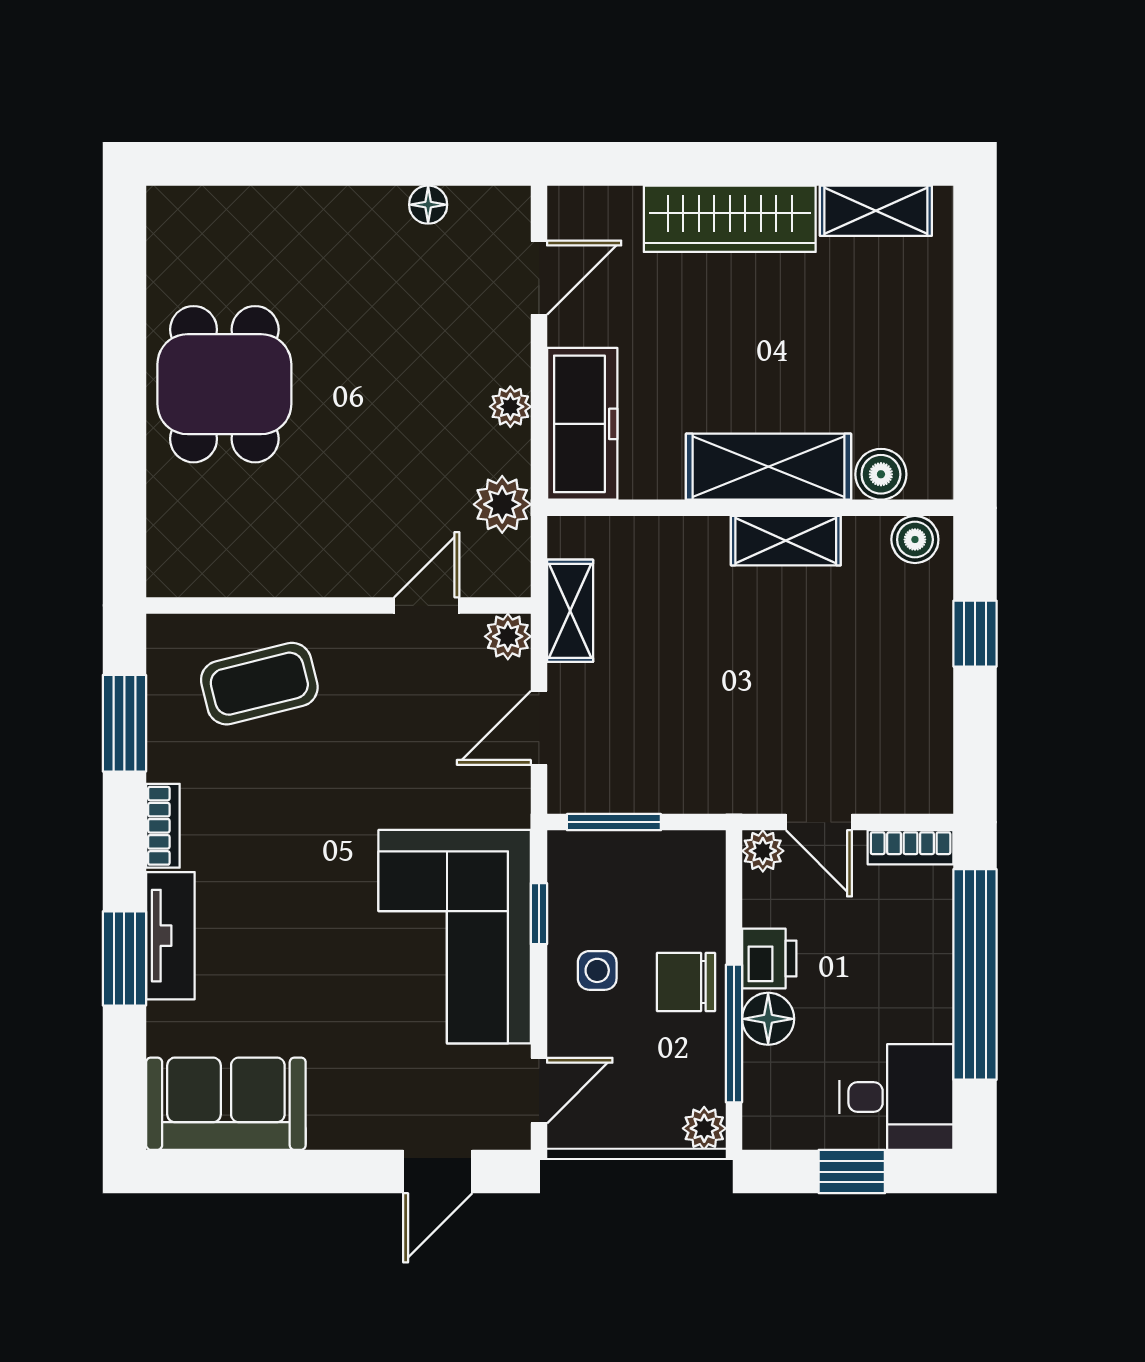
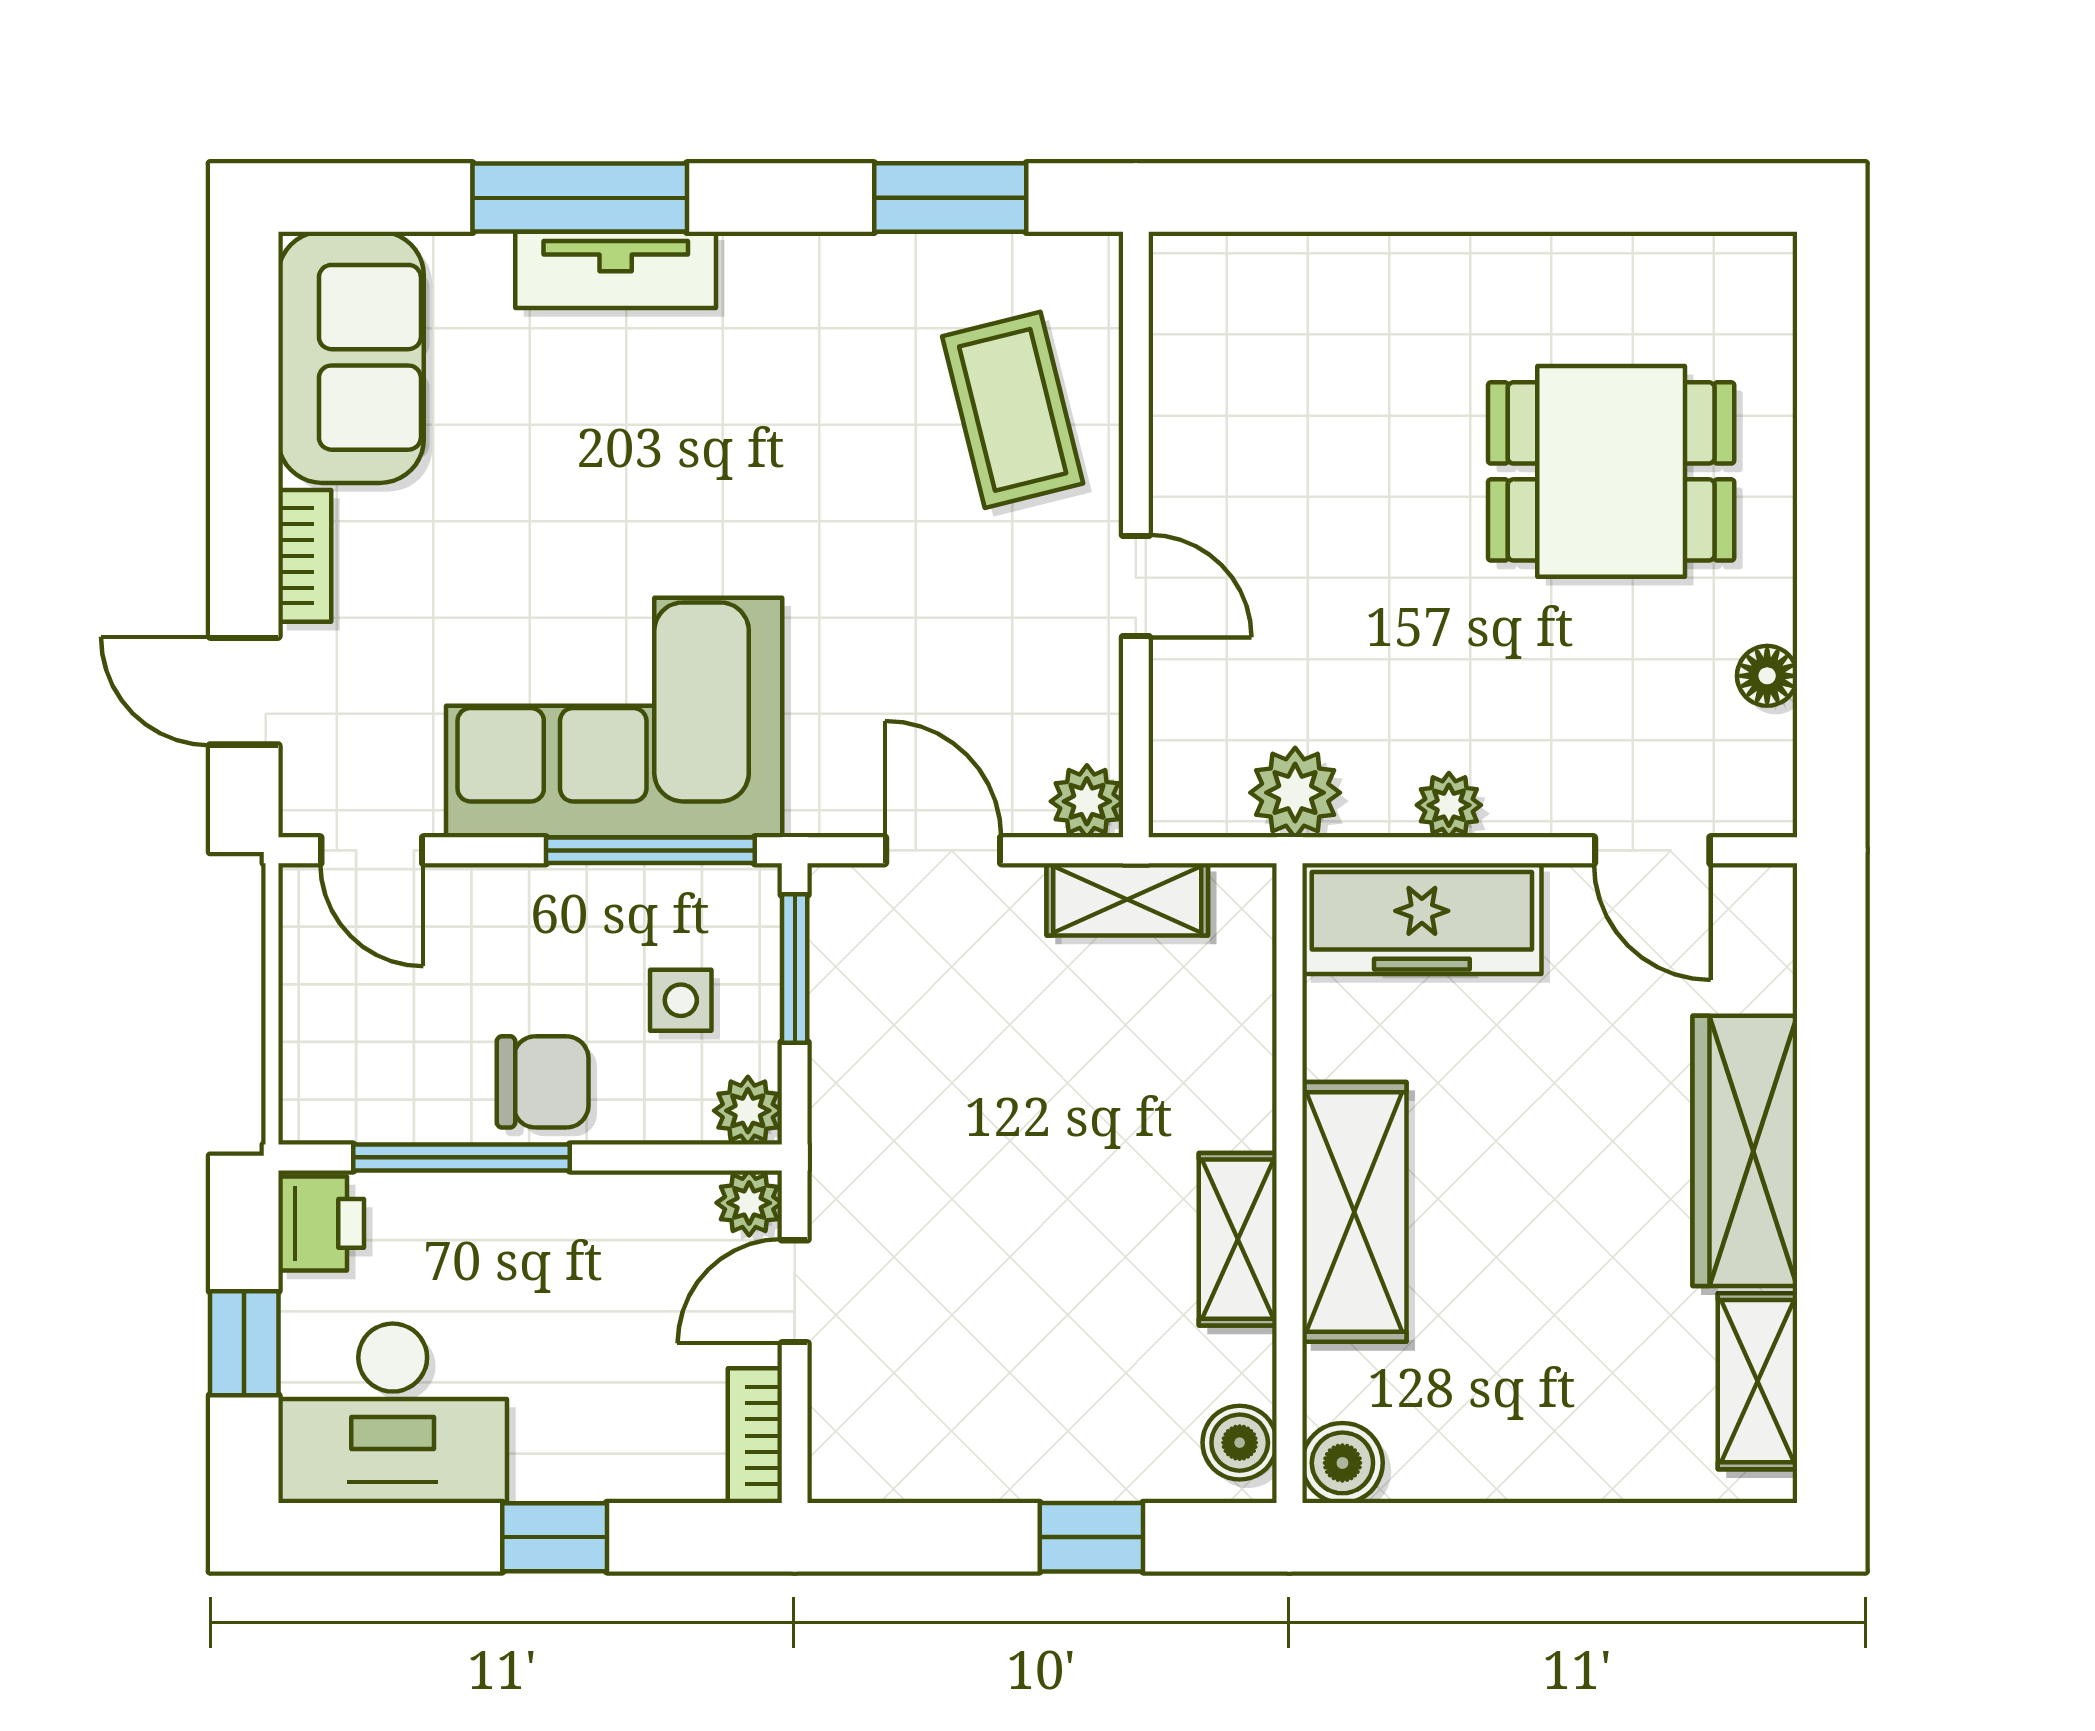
dining table: (224, 384) -> (1611, 471), moved
boiler: (881, 474) -> (1342, 1463), moved
door: (427, 605) -> (1136, 586), moved
bookcase: (163, 826) -> (305, 556), moved, turned -90
window: (539, 914) -> (650, 850), width x2.17
window: (124, 958) -> (580, 198), width x1.44
printer: (769, 958) -> (321, 1223), moved, turned -90
side table: (597, 970) -> (681, 1000), moved
window: (975, 974) -> (555, 1537), width x0.32
chair: (686, 982) -> (543, 1082), turned 90
floor lamp: (768, 1019) -> (485, 1211), removed
desk: (896, 1097) -> (393, 1413), width x1.37
plant: (704, 1128) -> (748, 1111), moved

